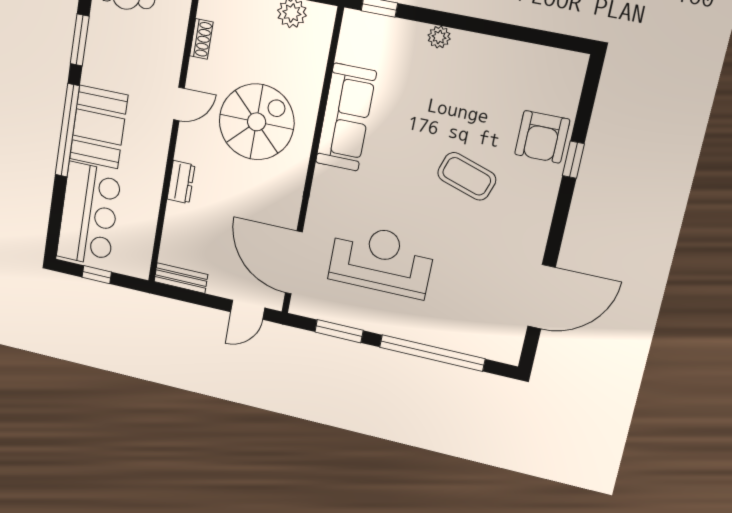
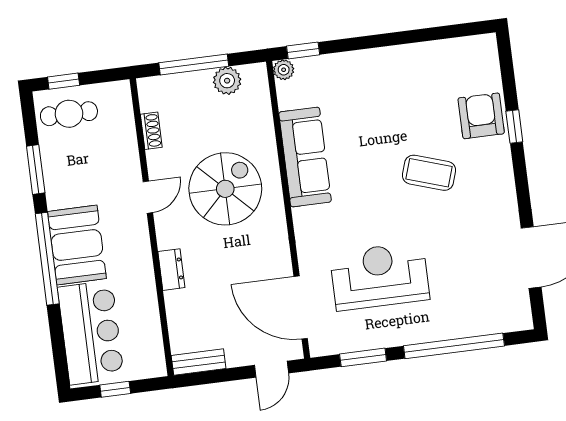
plant: (439, 37) -> (284, 70), moved
armchair: (542, 137) -> (481, 116), turned 180

